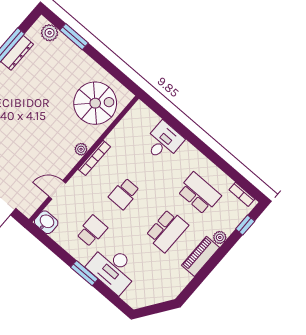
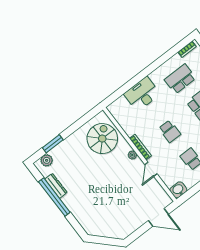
desk: (163, 142) -> (142, 94), width x1.37
door: (57, 190) -> (151, 169), moved

